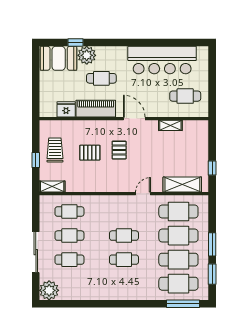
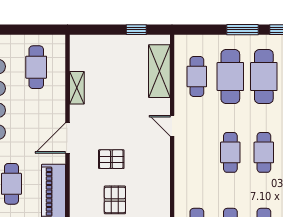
cafe table: (178, 211) -> (197, 77), width x0.73, depth x0.74

